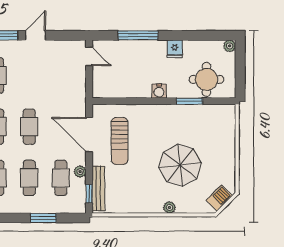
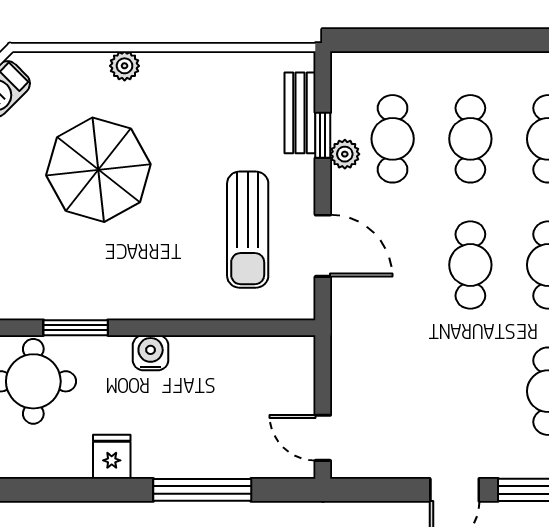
door: (89, 134) -> (323, 246), width x0.73
sun lounger: (120, 141) -> (248, 230), turned 180
bench: (98, 188) -> (300, 113), width x0.73
window: (89, 194) -> (323, 135), moved
window: (43, 218) -> (435, 40), removed

